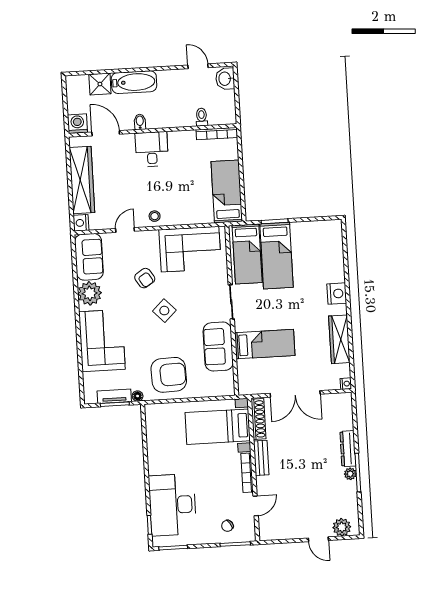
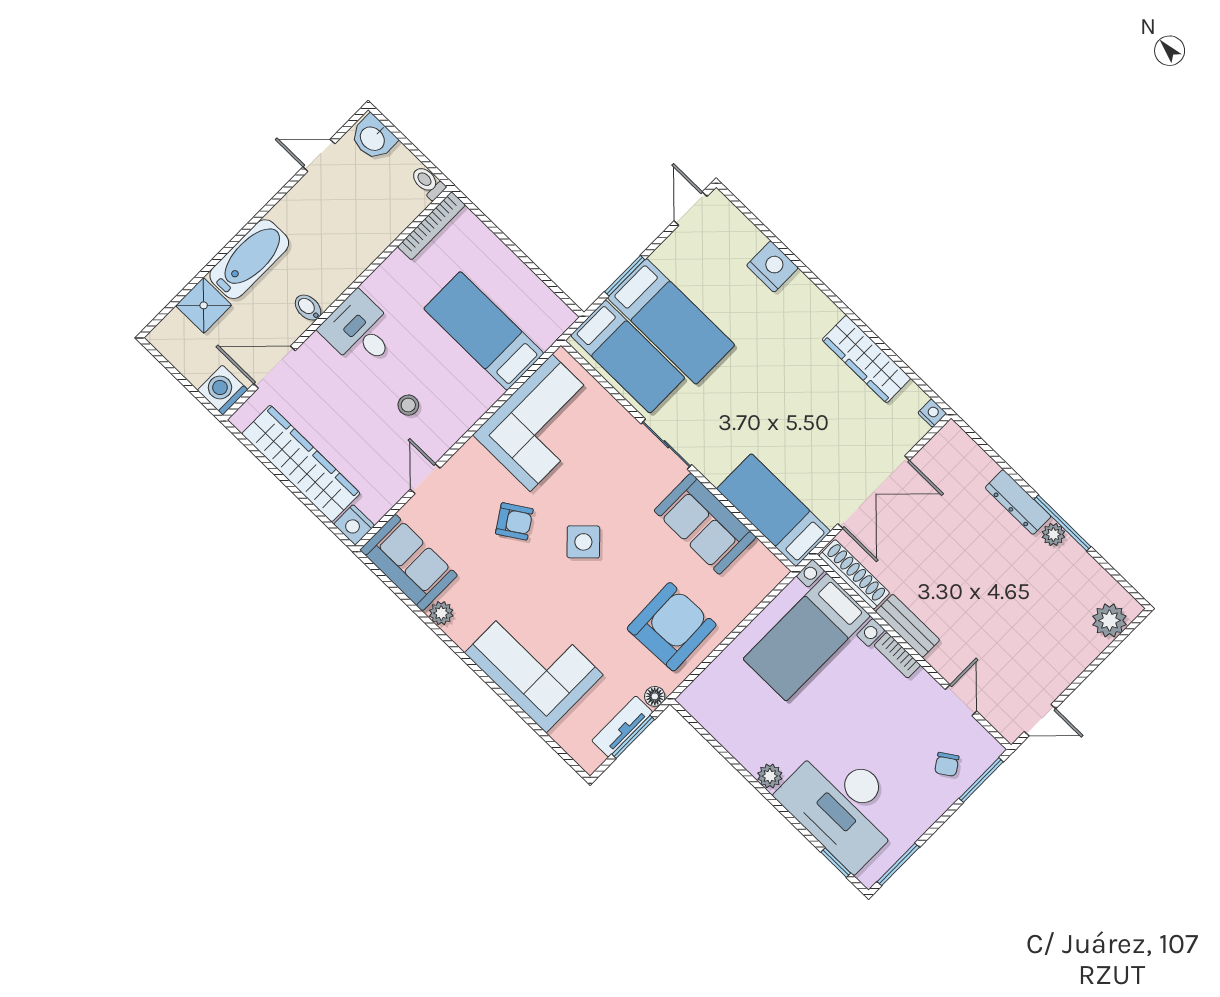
toilet: (202, 117) -> (428, 183), moved
bed: (227, 191) -> (484, 331), moved
stool: (155, 216) -> (408, 405), moved
door: (324, 218) -> (691, 209), added
plant: (90, 293) -> (441, 613), width x0.53, depth x0.53
nightstand: (337, 294) -> (772, 267), moved
bed: (265, 344) -> (774, 510), moved, turned -90
plant: (154, 468) -> (770, 776), added
bookcase: (247, 473) -> (897, 655), width x0.64
door: (318, 539) -> (1040, 720), moved

